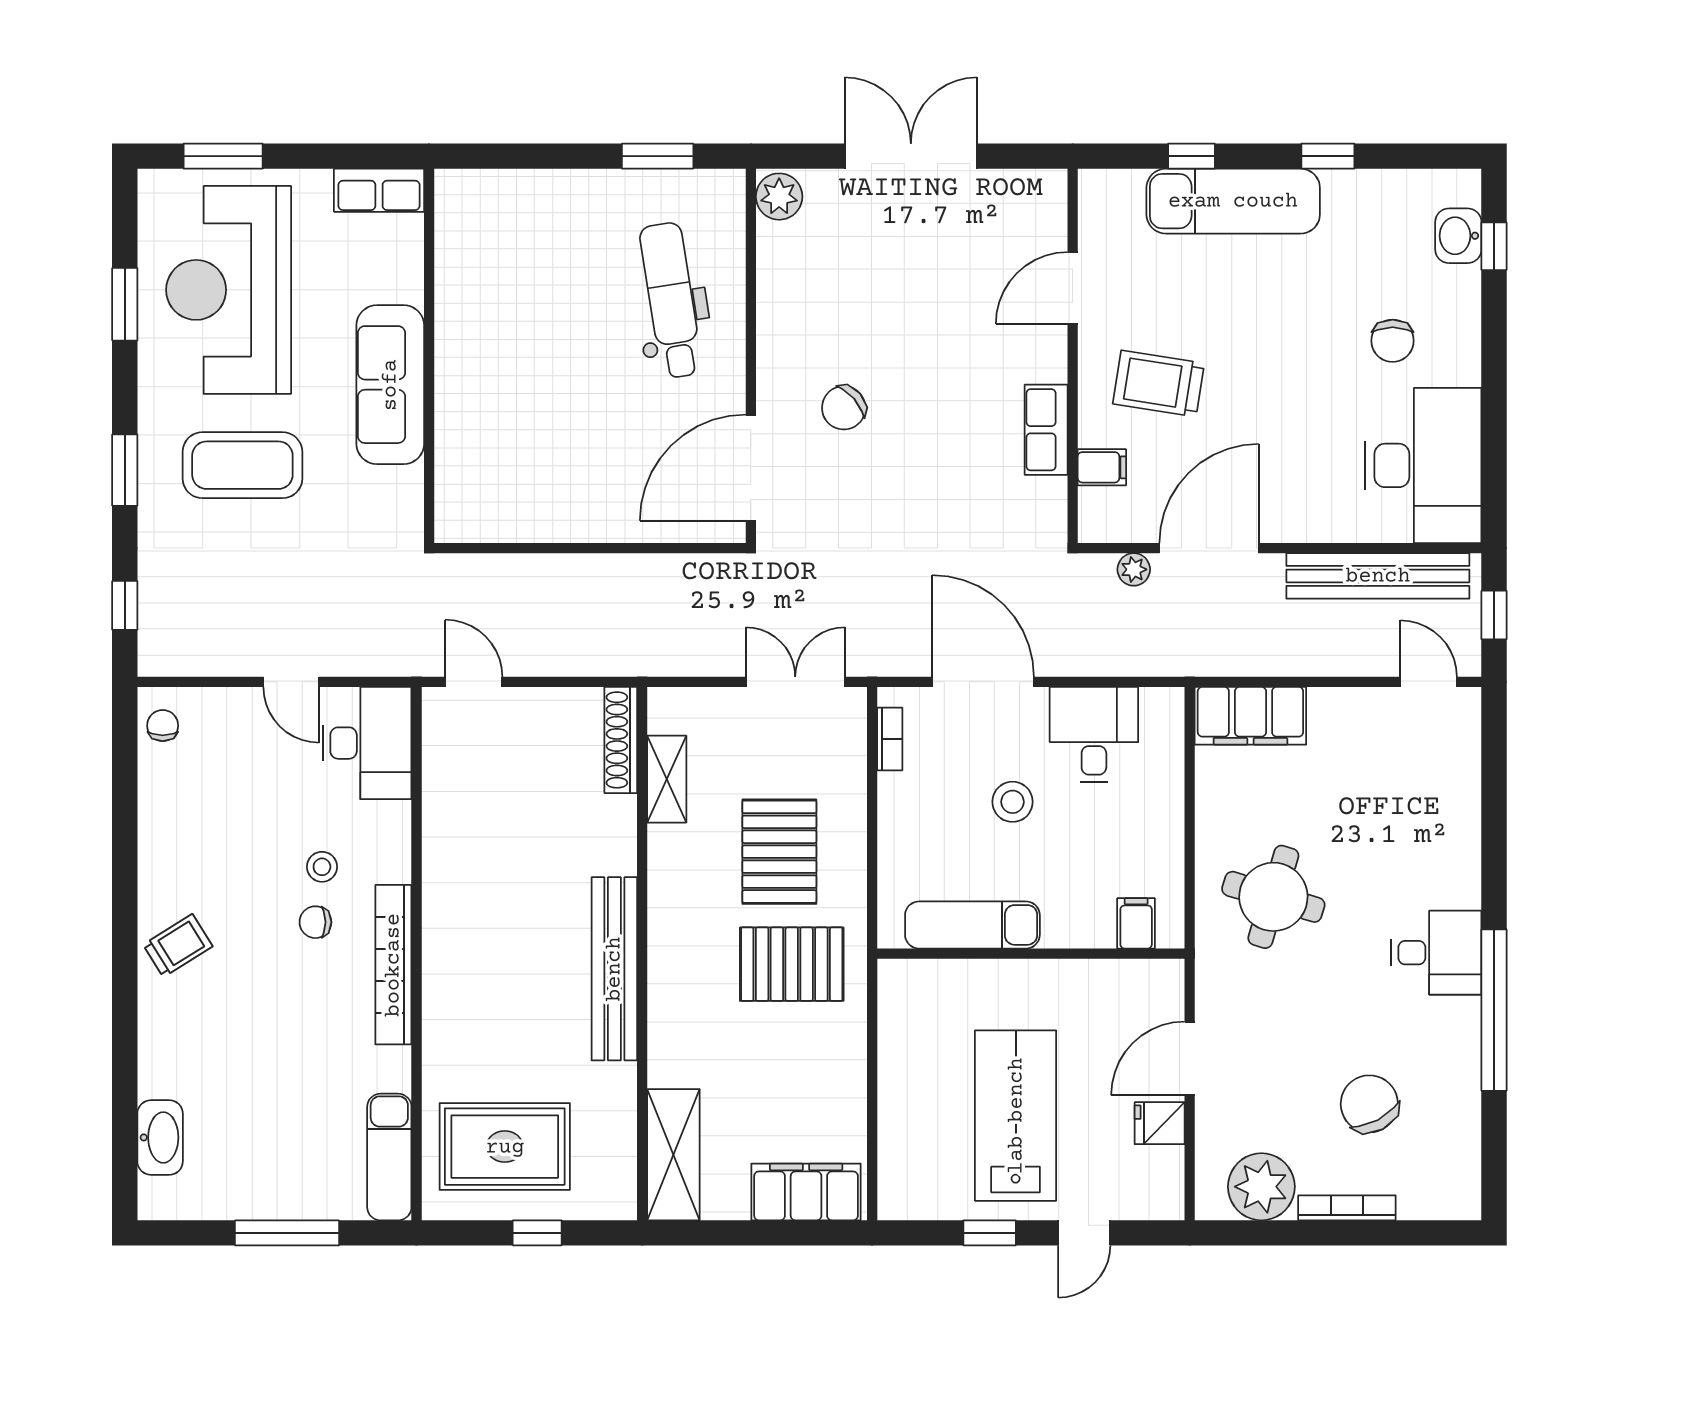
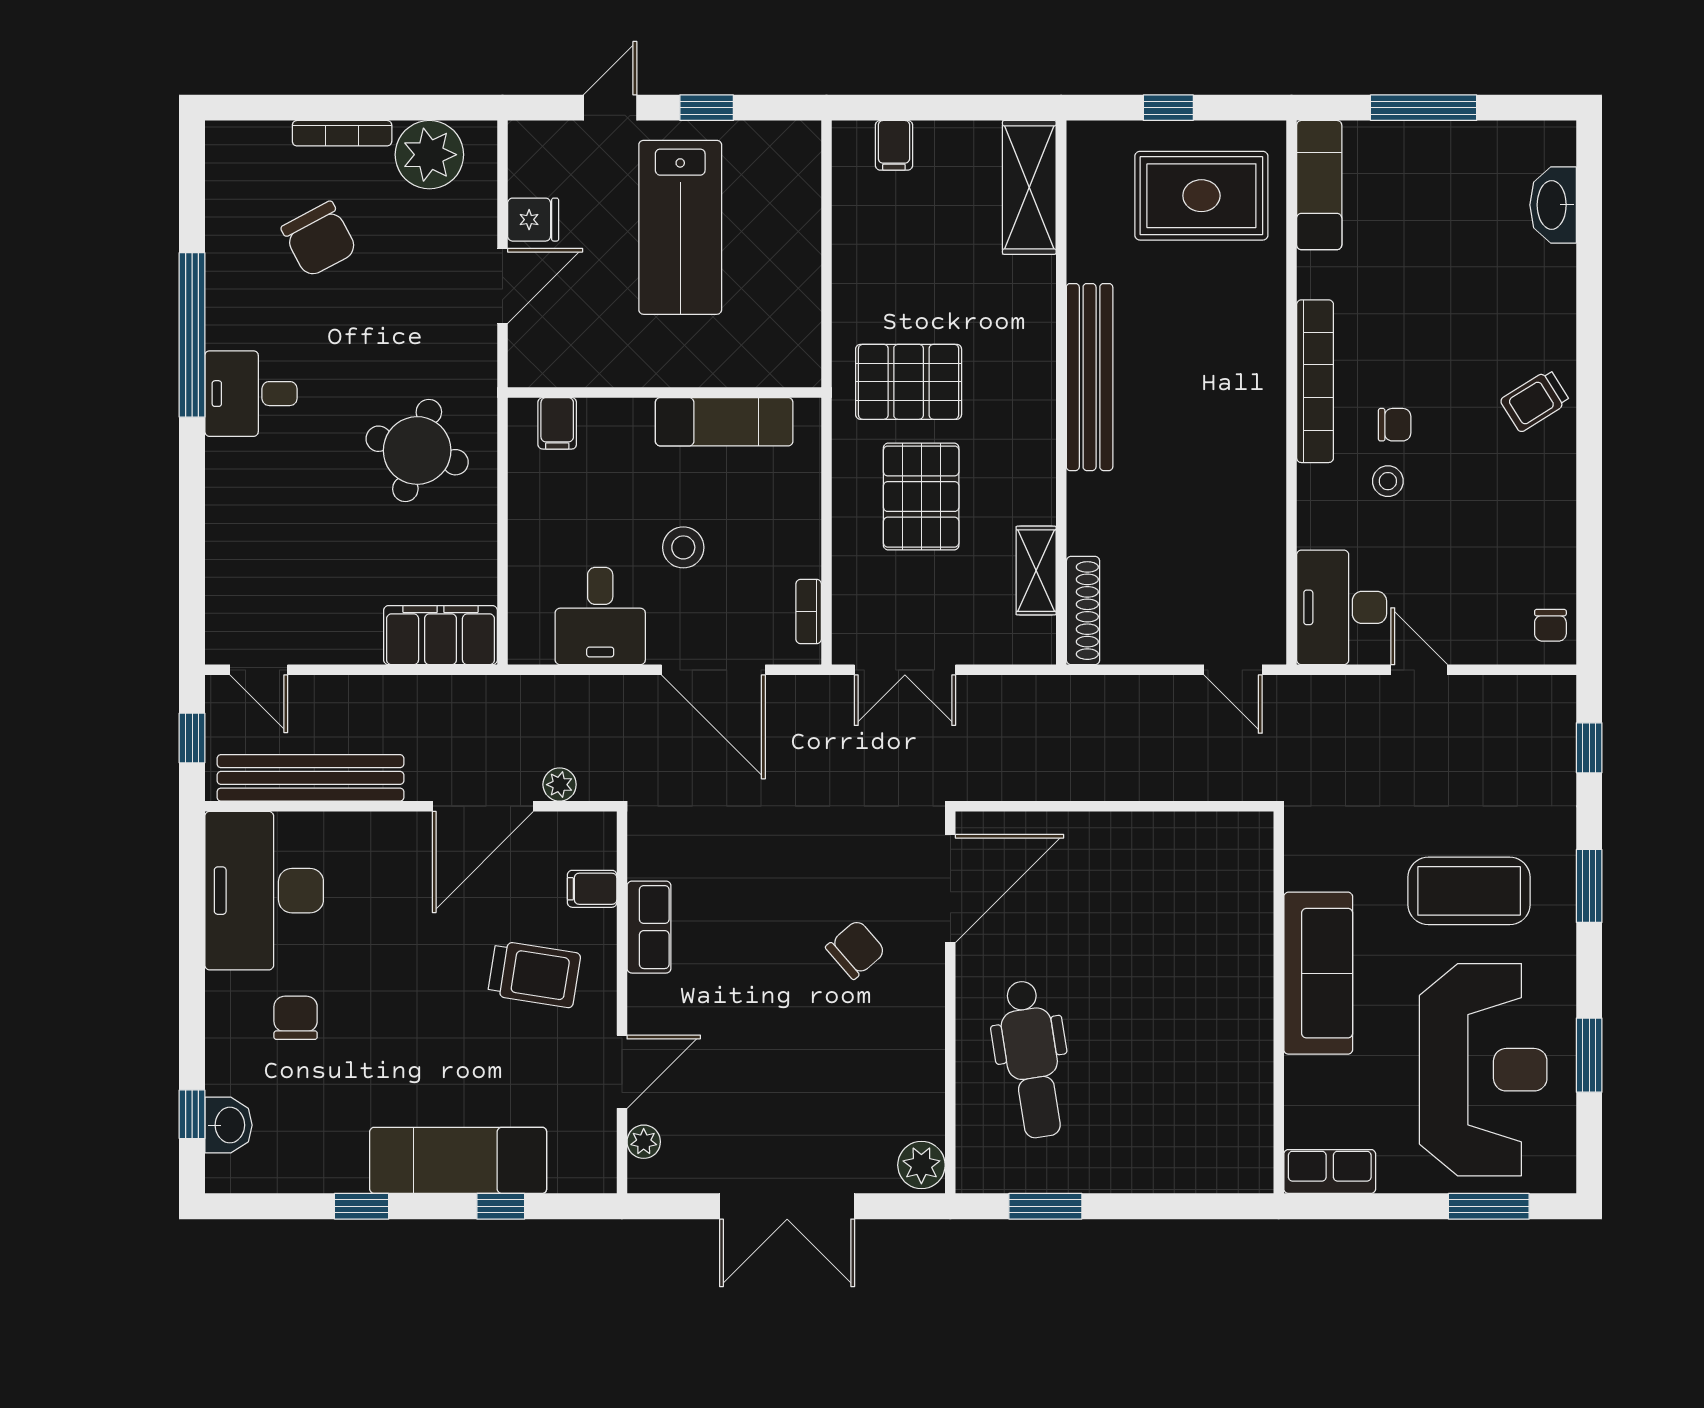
plant: (1051, 219) -> (644, 1142), added
filing cabinet: (806, 1192) -> (894, 145), width x0.33, depth x0.86

